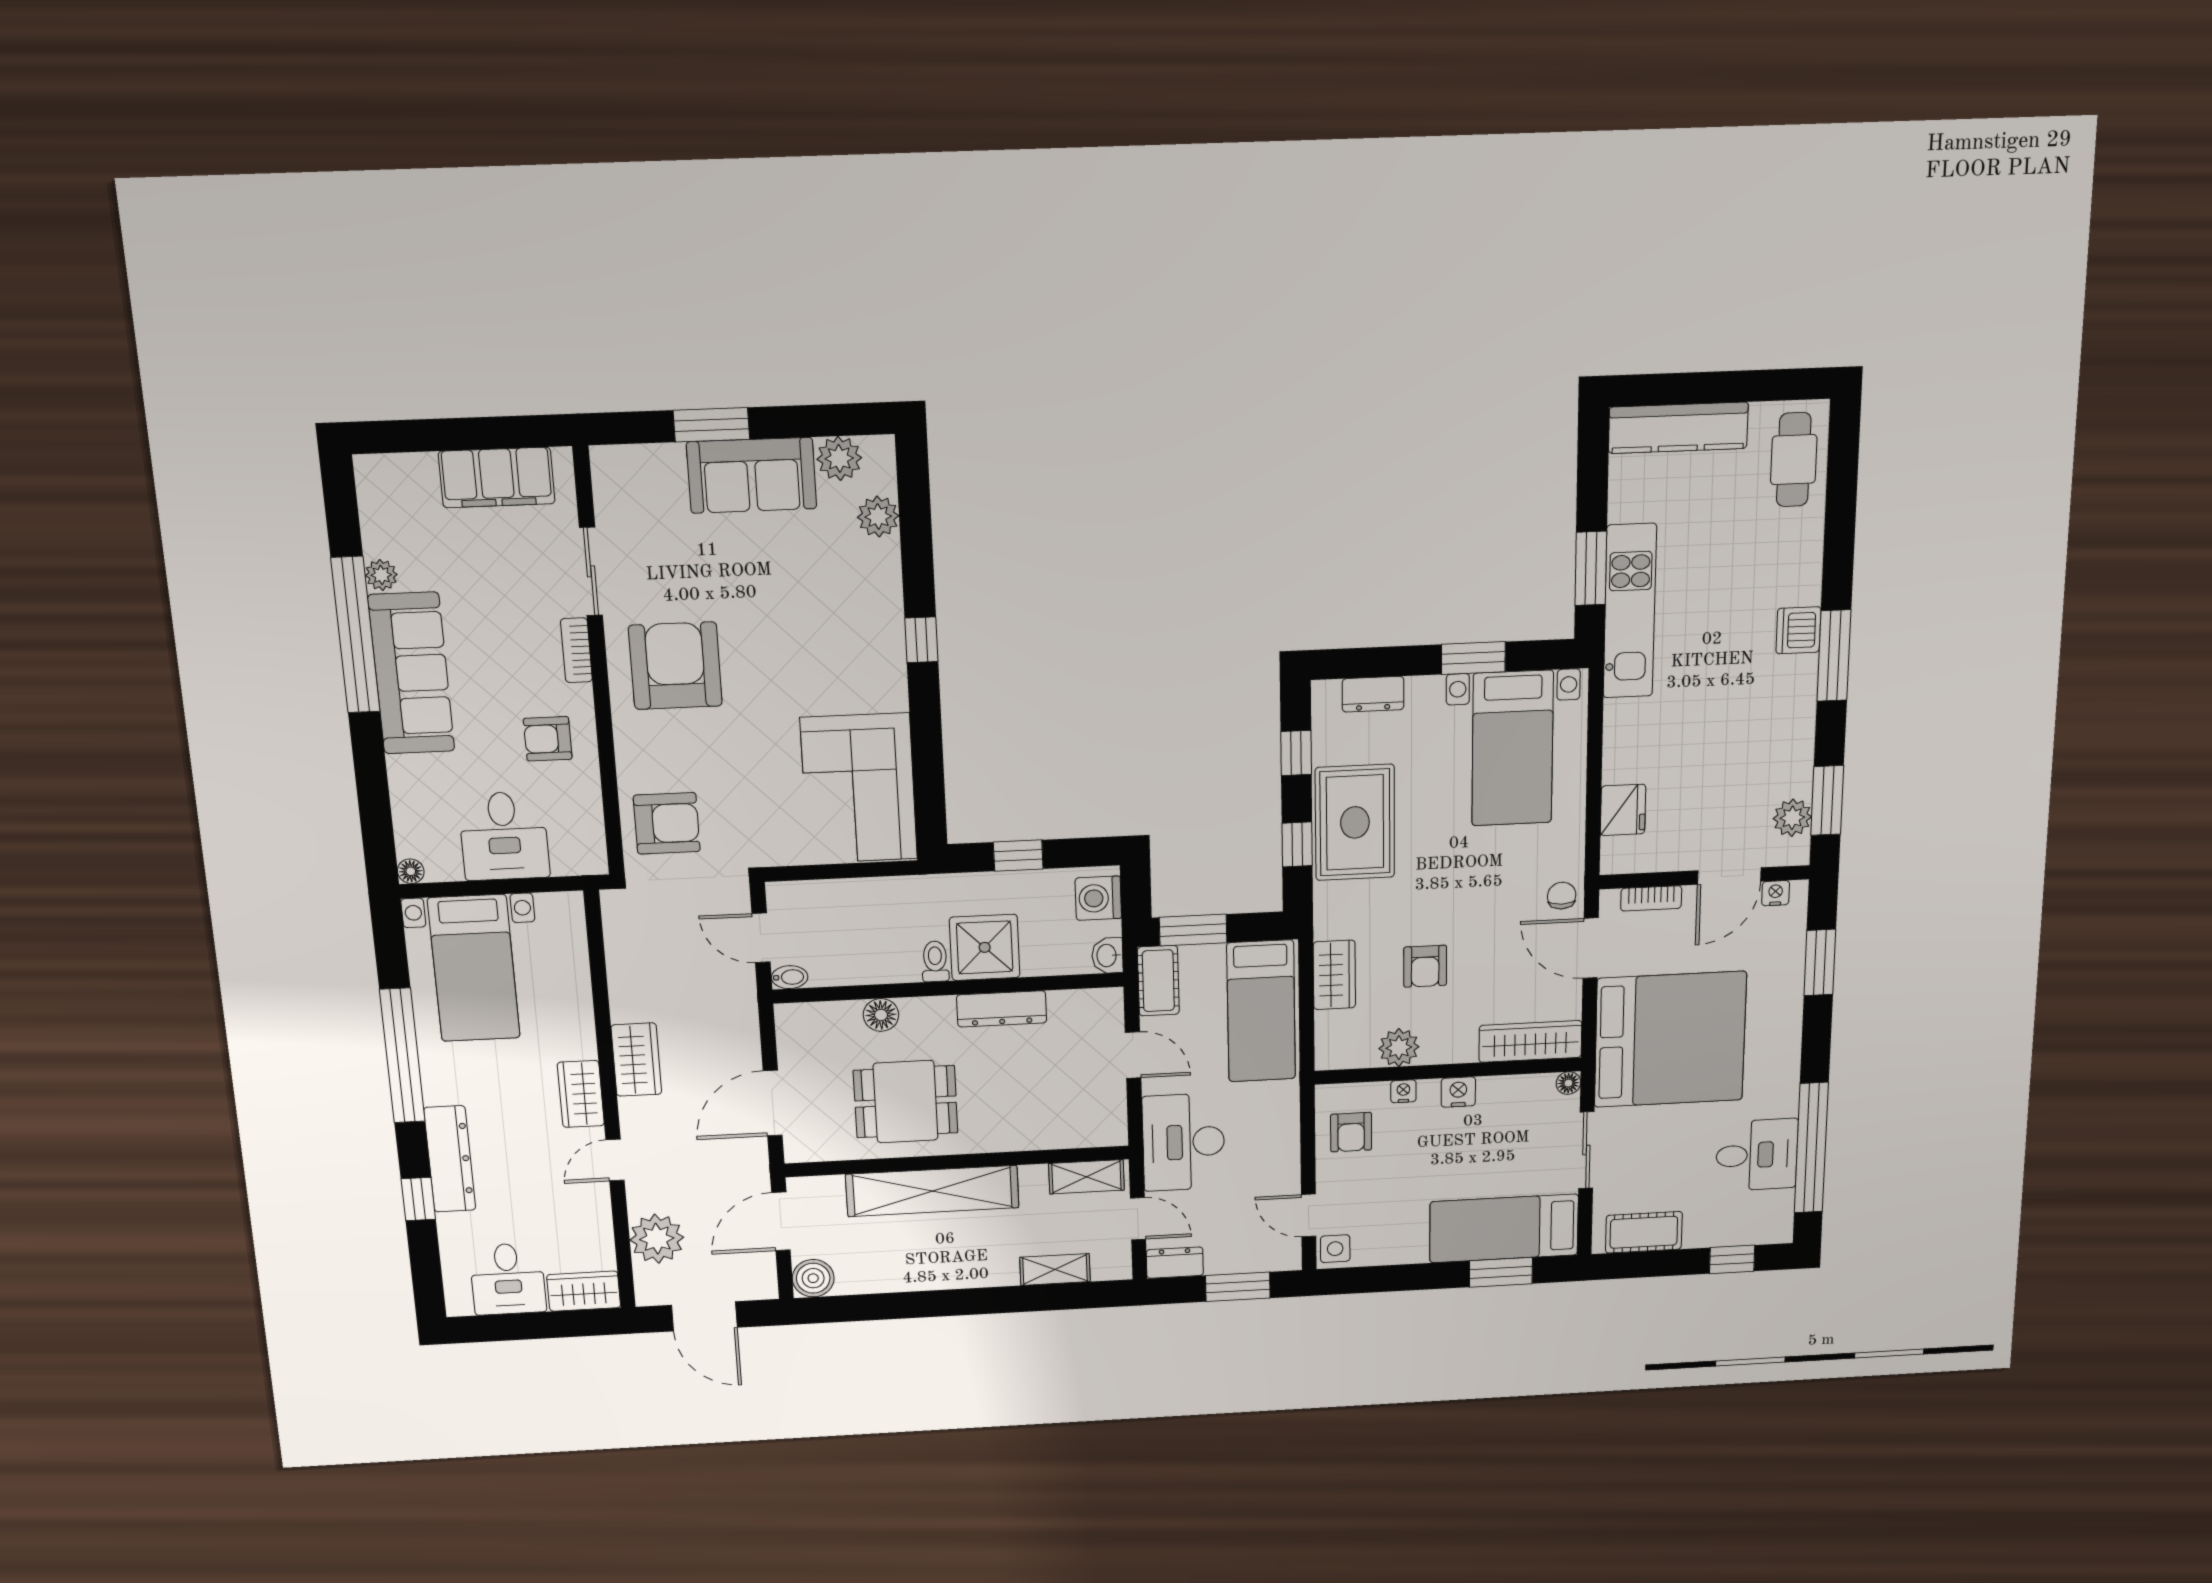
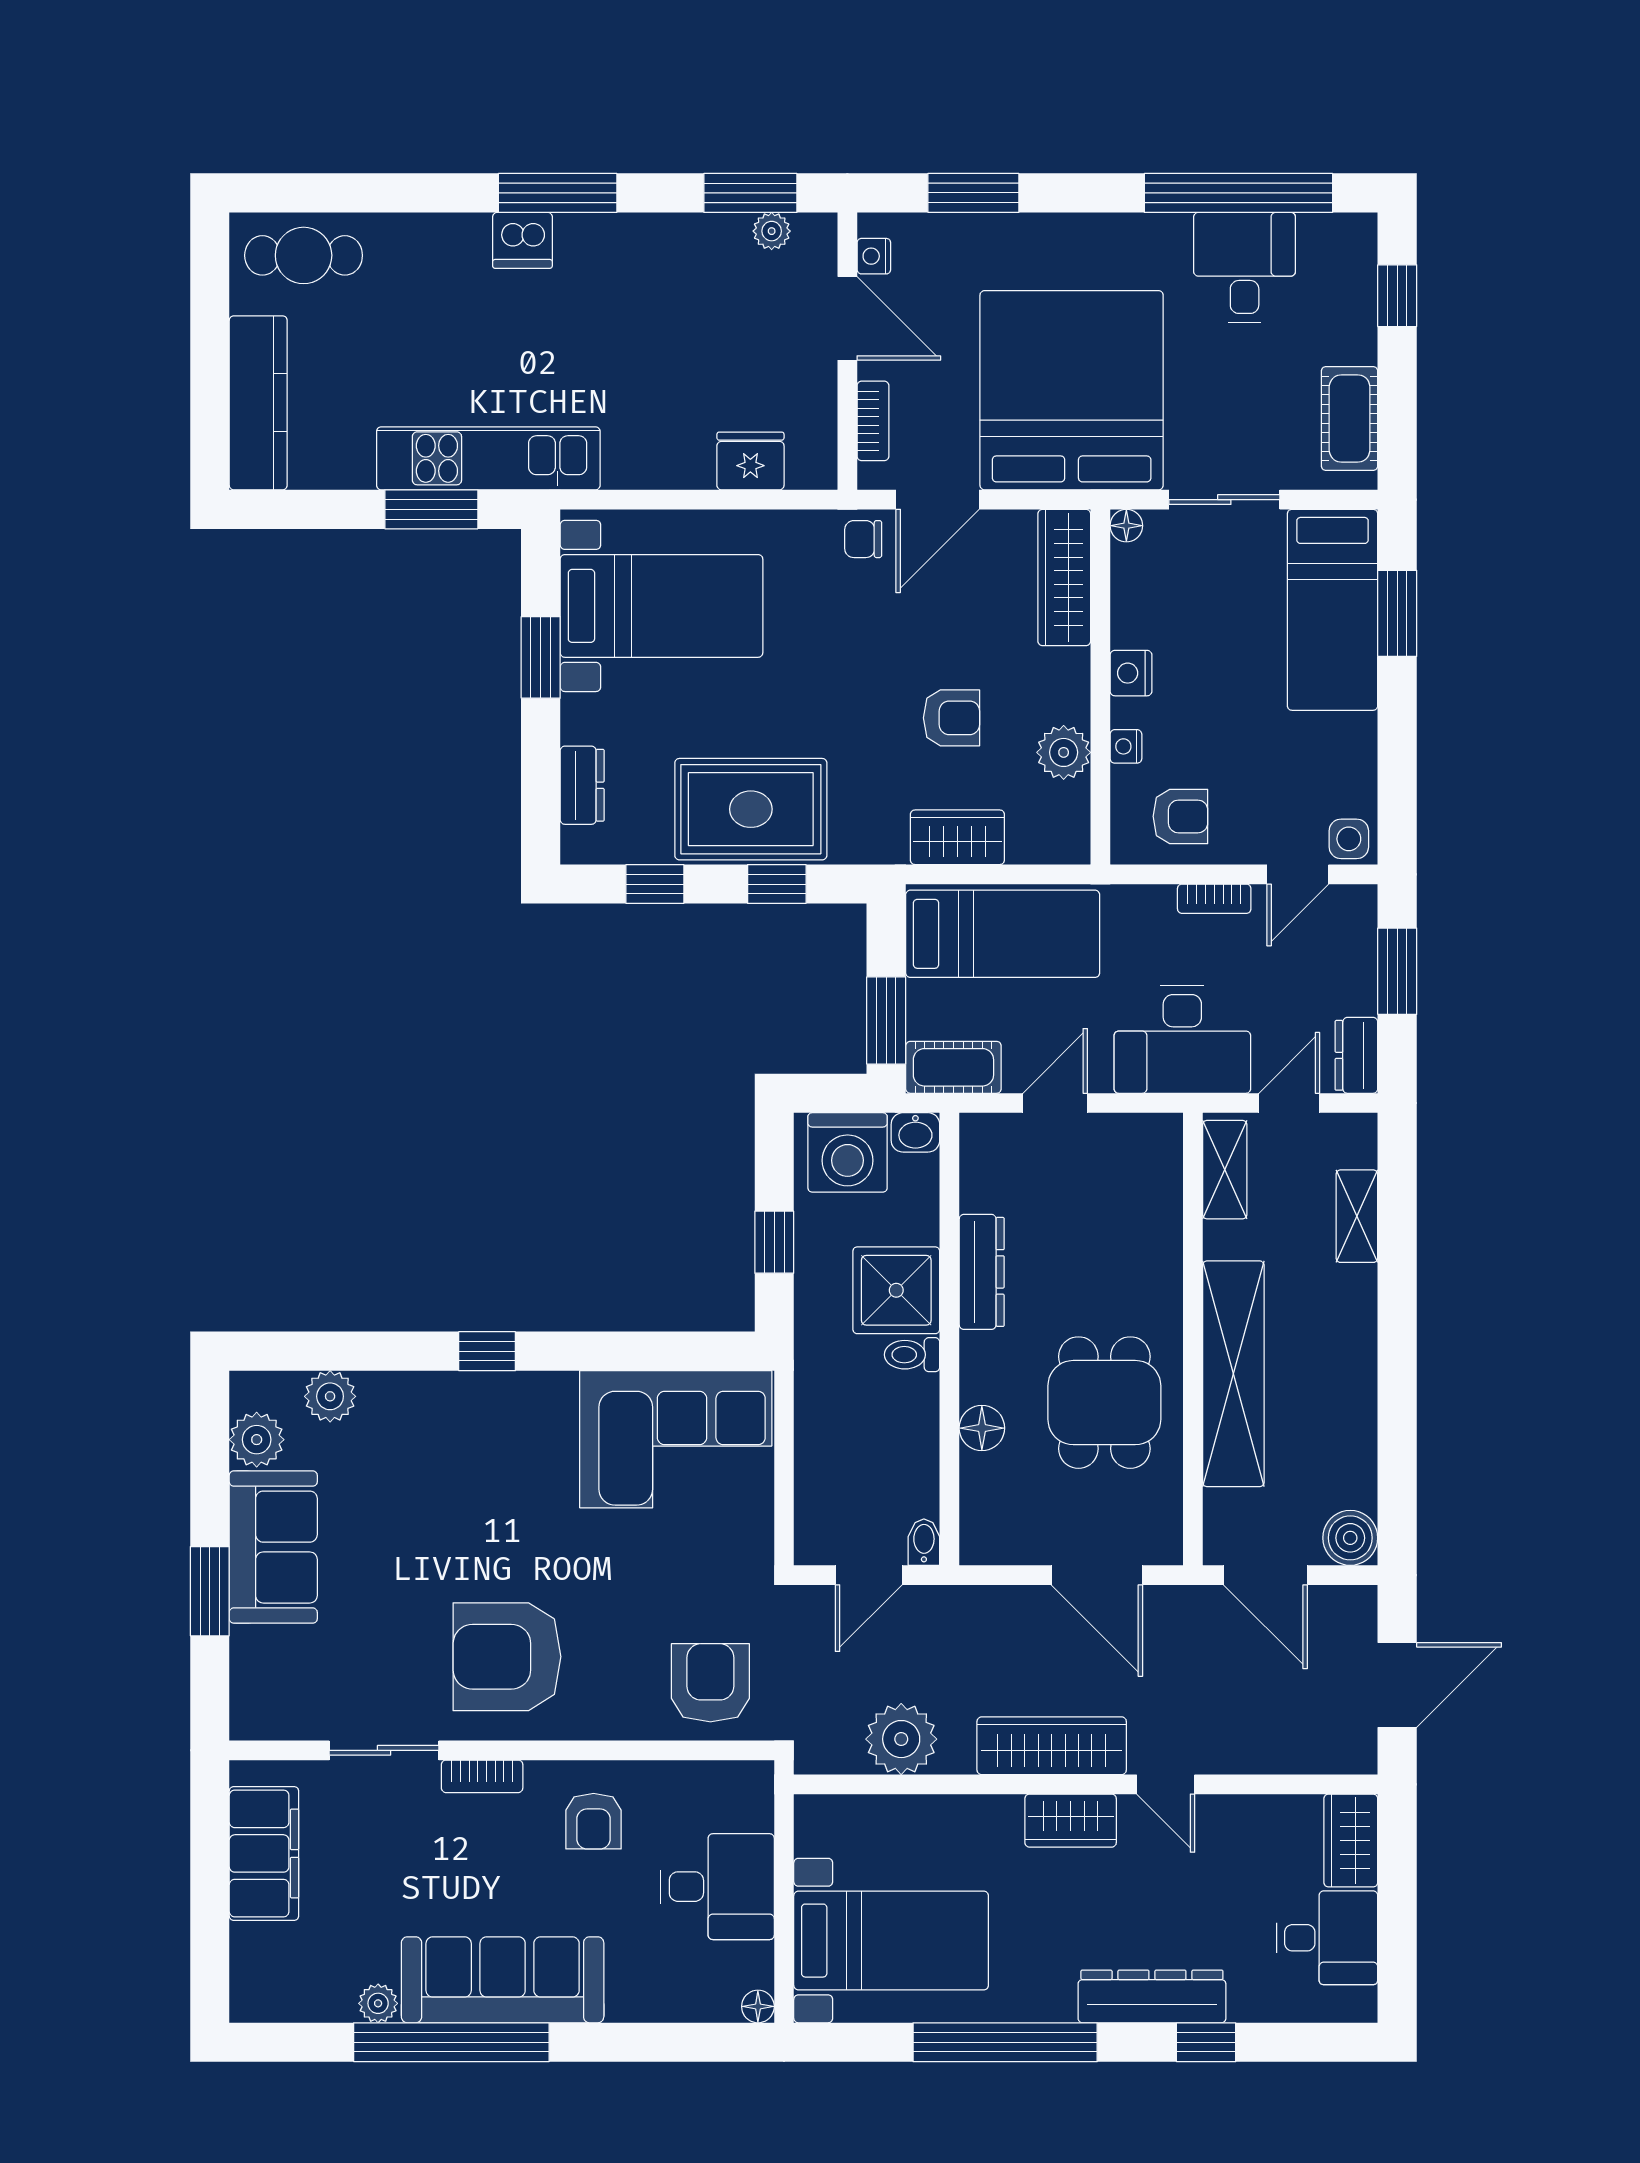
plant: (1792, 818) -> (772, 231), width x0.73, depth x0.73
washing machine: (1098, 898) -> (848, 1152), width x1.37, depth x1.37
wardrobe: (636, 1060) -> (1052, 1746), width x1.50
bookcase: (1290, 1159) -> (1214, 899), added
plant: (657, 1239) -> (901, 1739), moved

